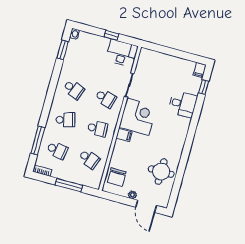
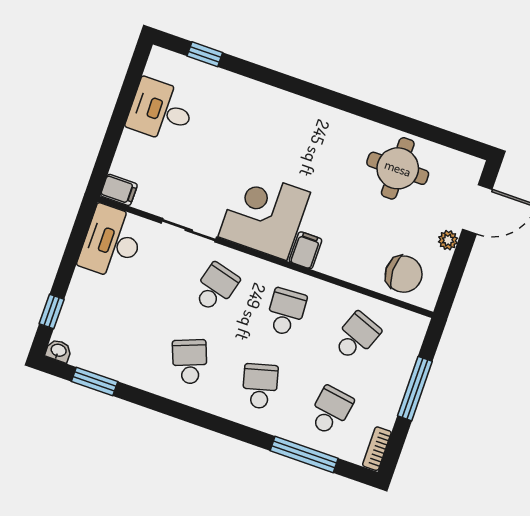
window: (111, 35) -> (52, 311), moved
filing cabinet: (200, 70) -> (119, 190), moved
school desk: (74, 89) -> (190, 362), turned -42
desk: (183, 104) -> (161, 110), moved, turned -90

